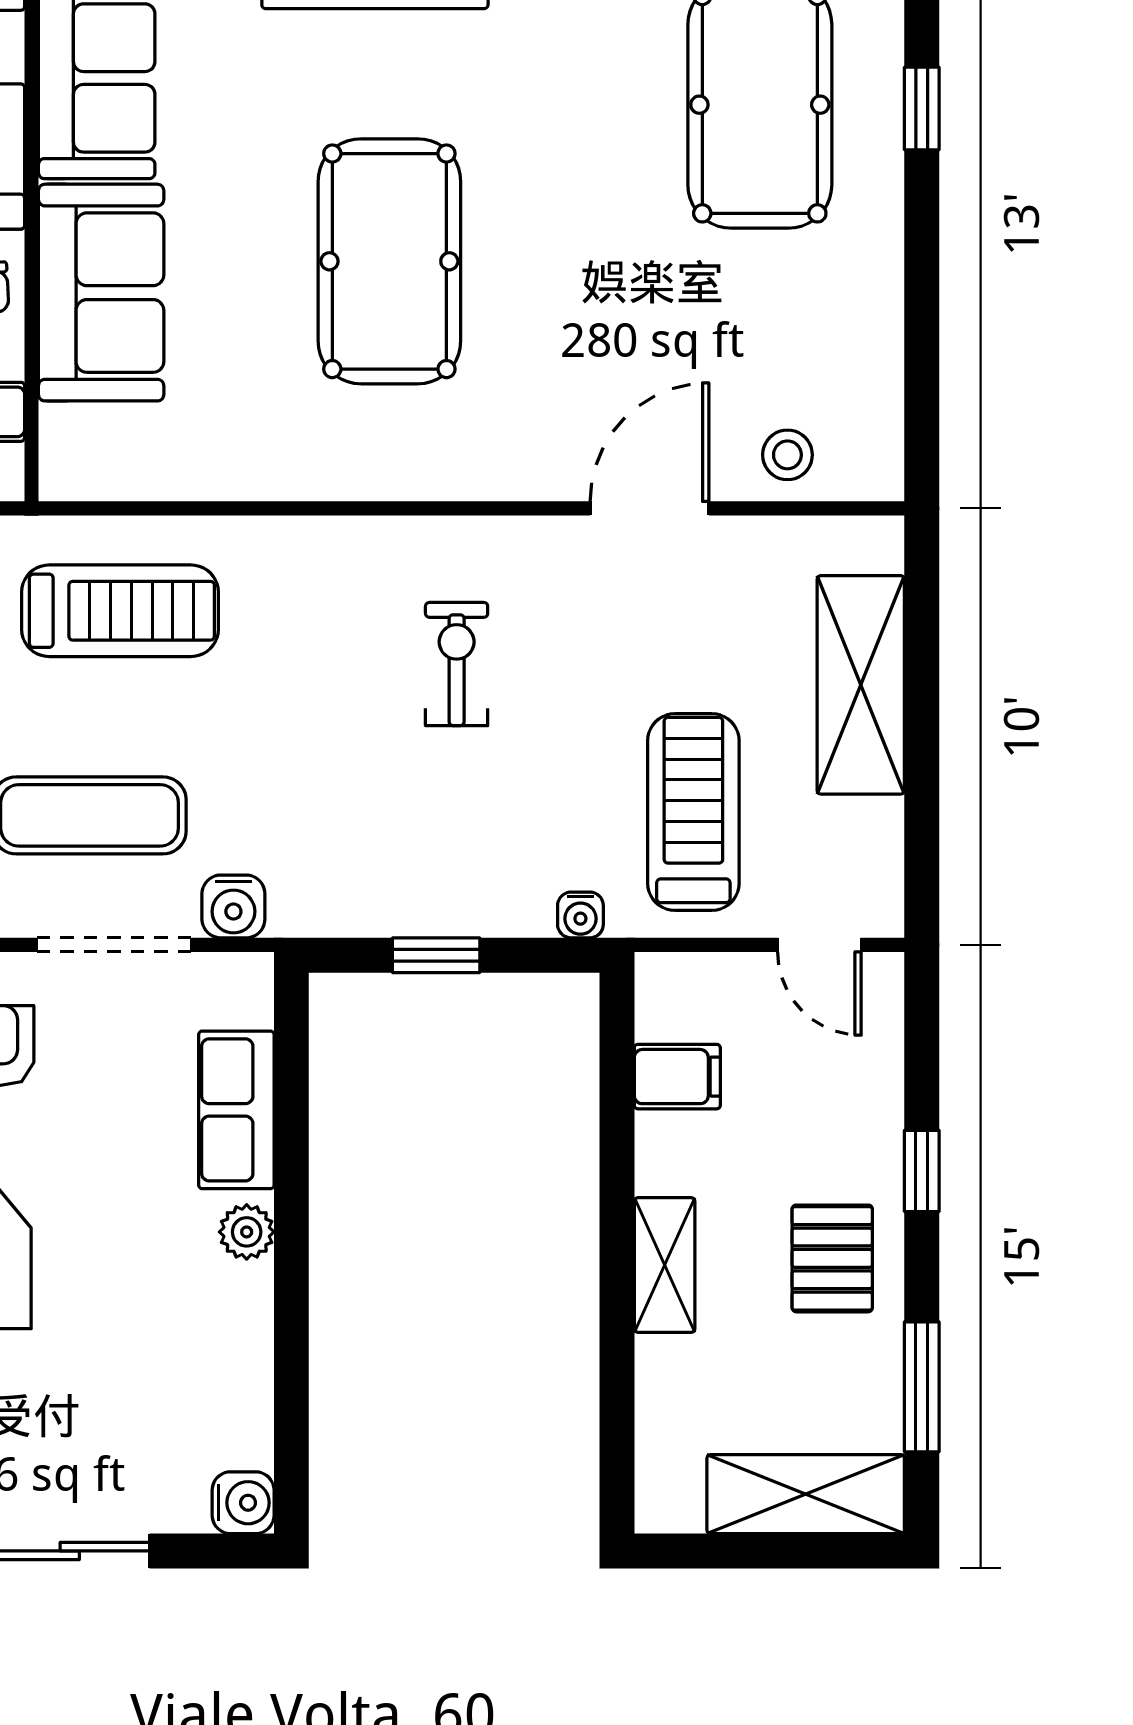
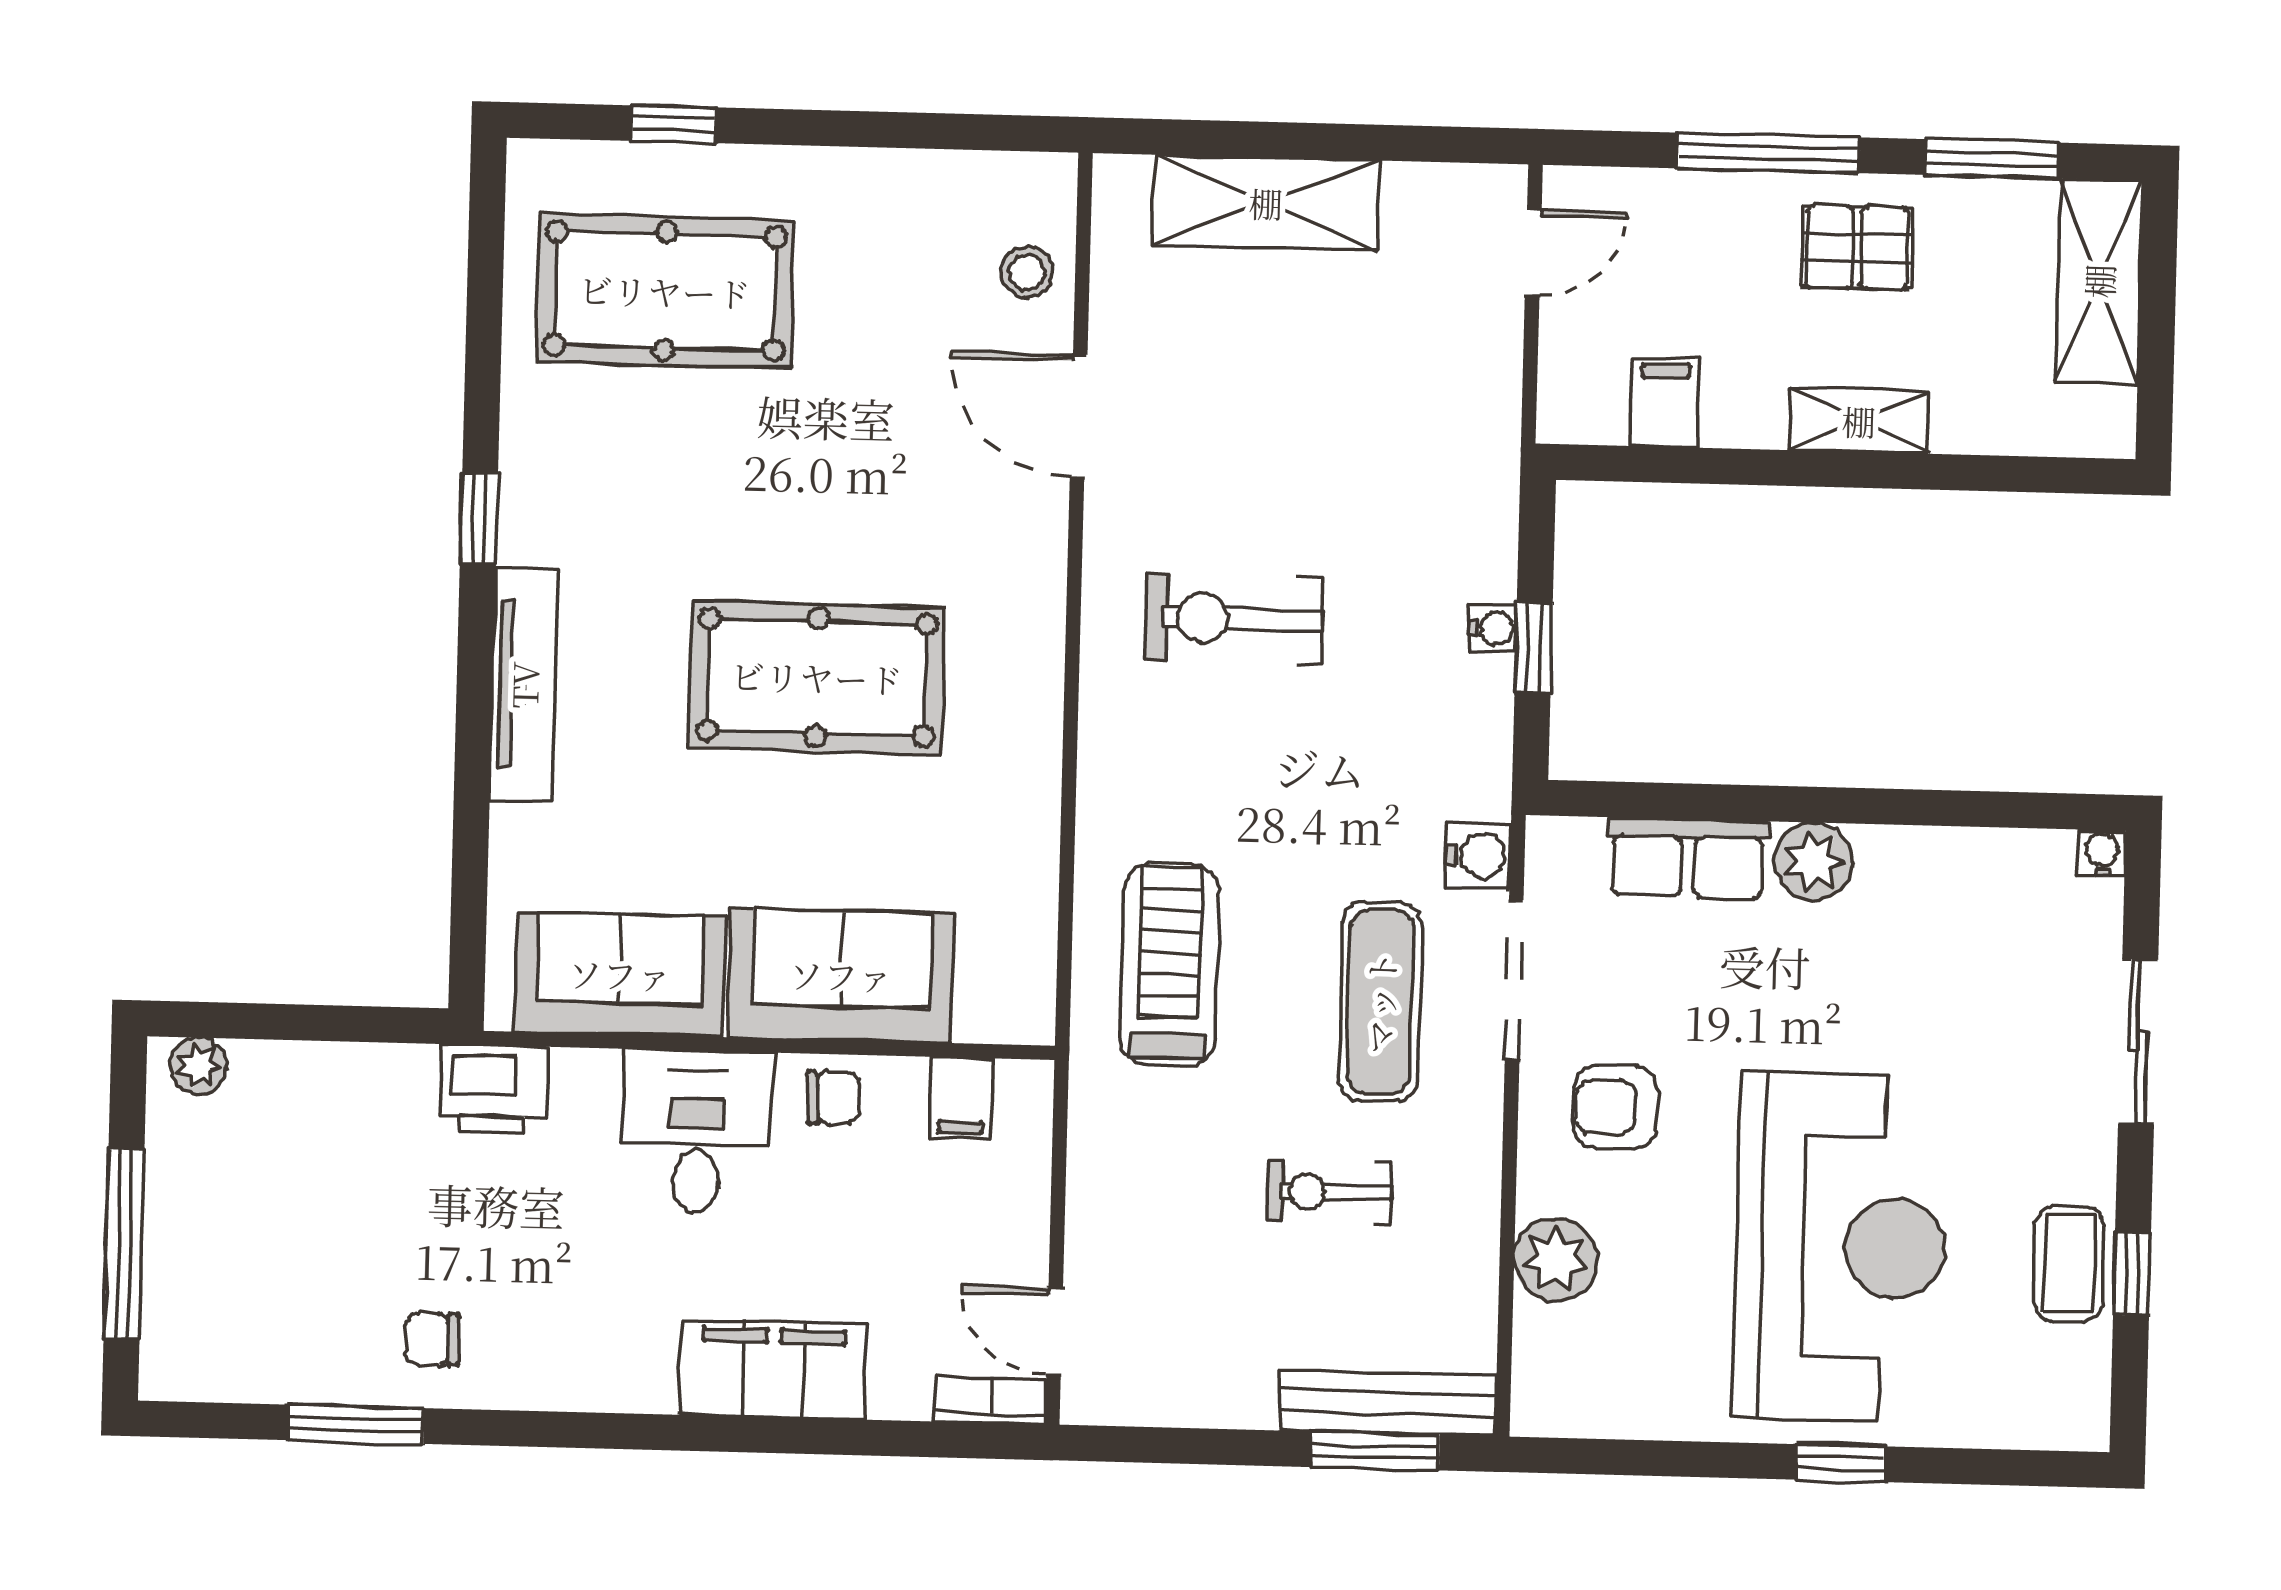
exercise bike: (457, 664) -> (1234, 619), width x1.38, depth x1.39
treadmill: (693, 812) -> (1393, 379), removed
water cooler: (580, 915) -> (1493, 628), moved
window: (922, 1171) -> (1769, 153), width x2.17
plant: (247, 1232) -> (1814, 861), width x1.38, depth x1.38
water cooler: (243, 1503) -> (2102, 853), width x0.72, depth x0.72

